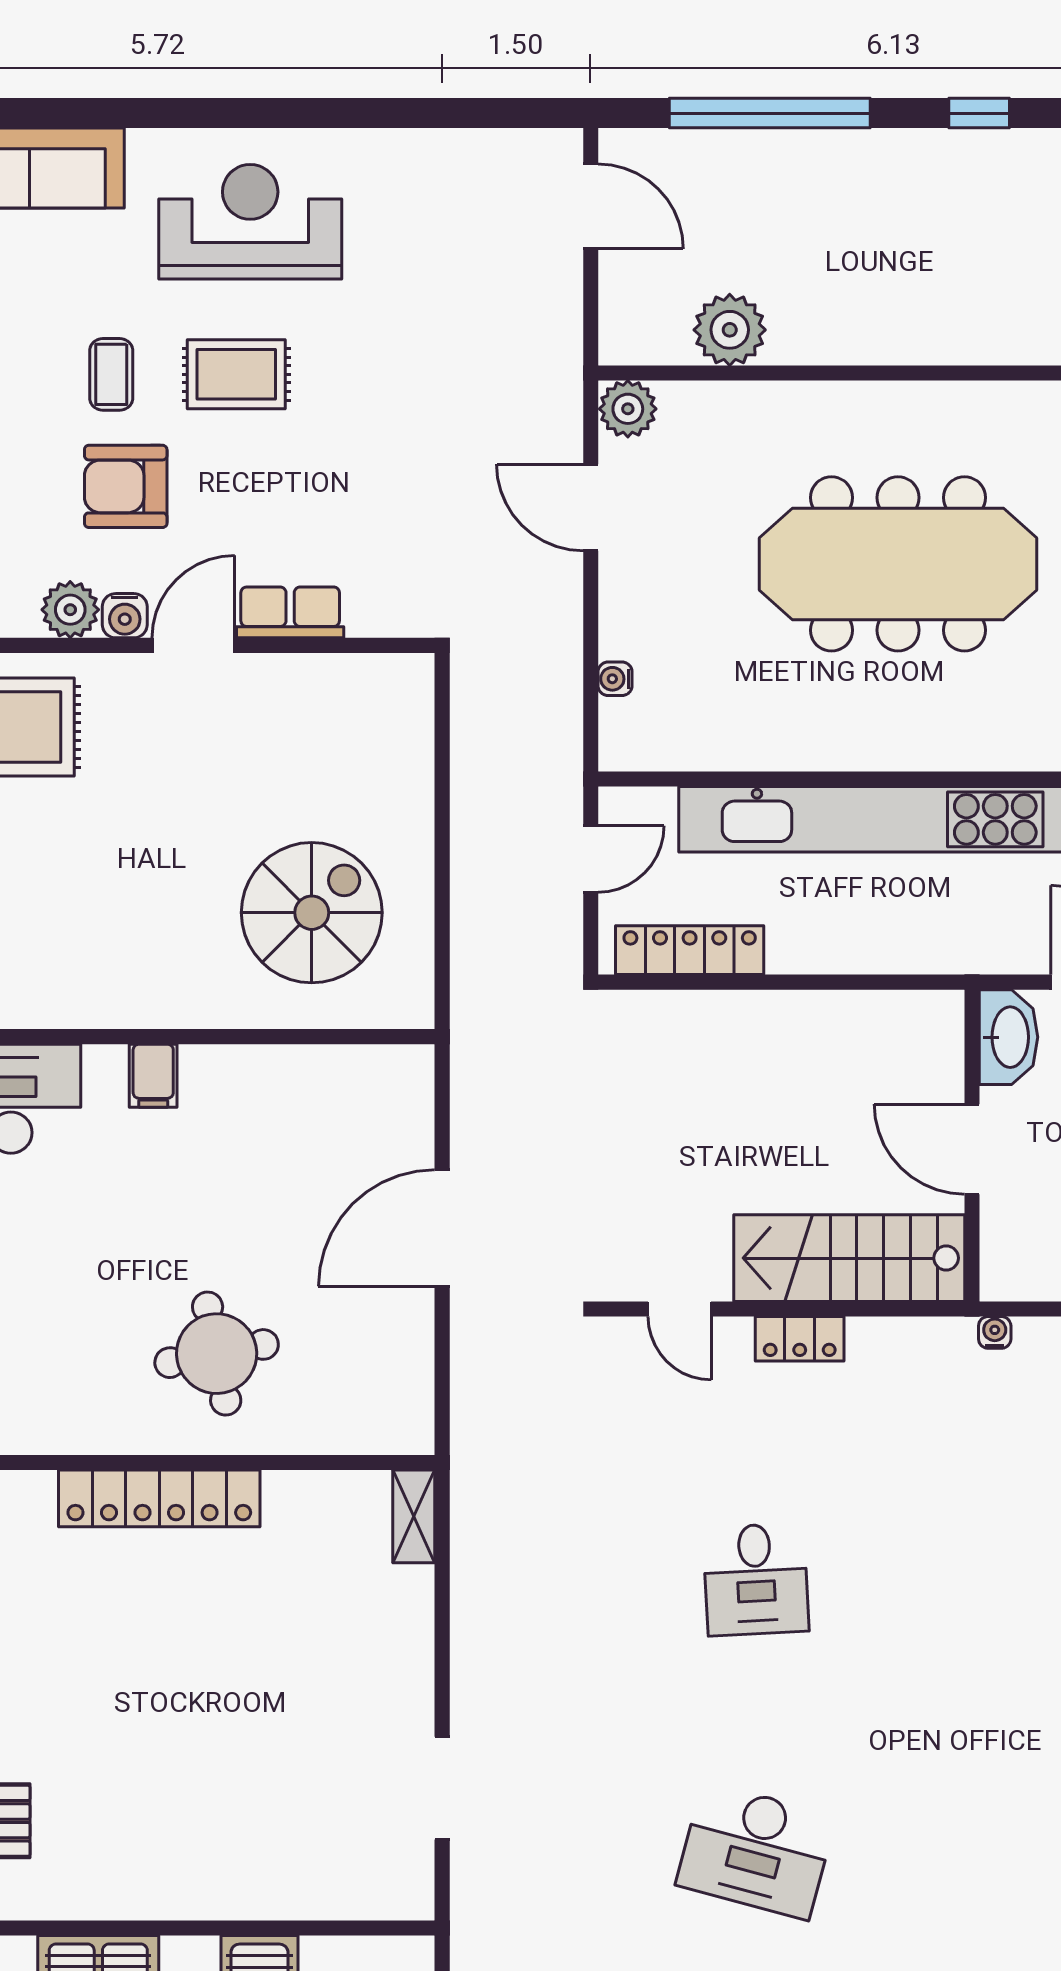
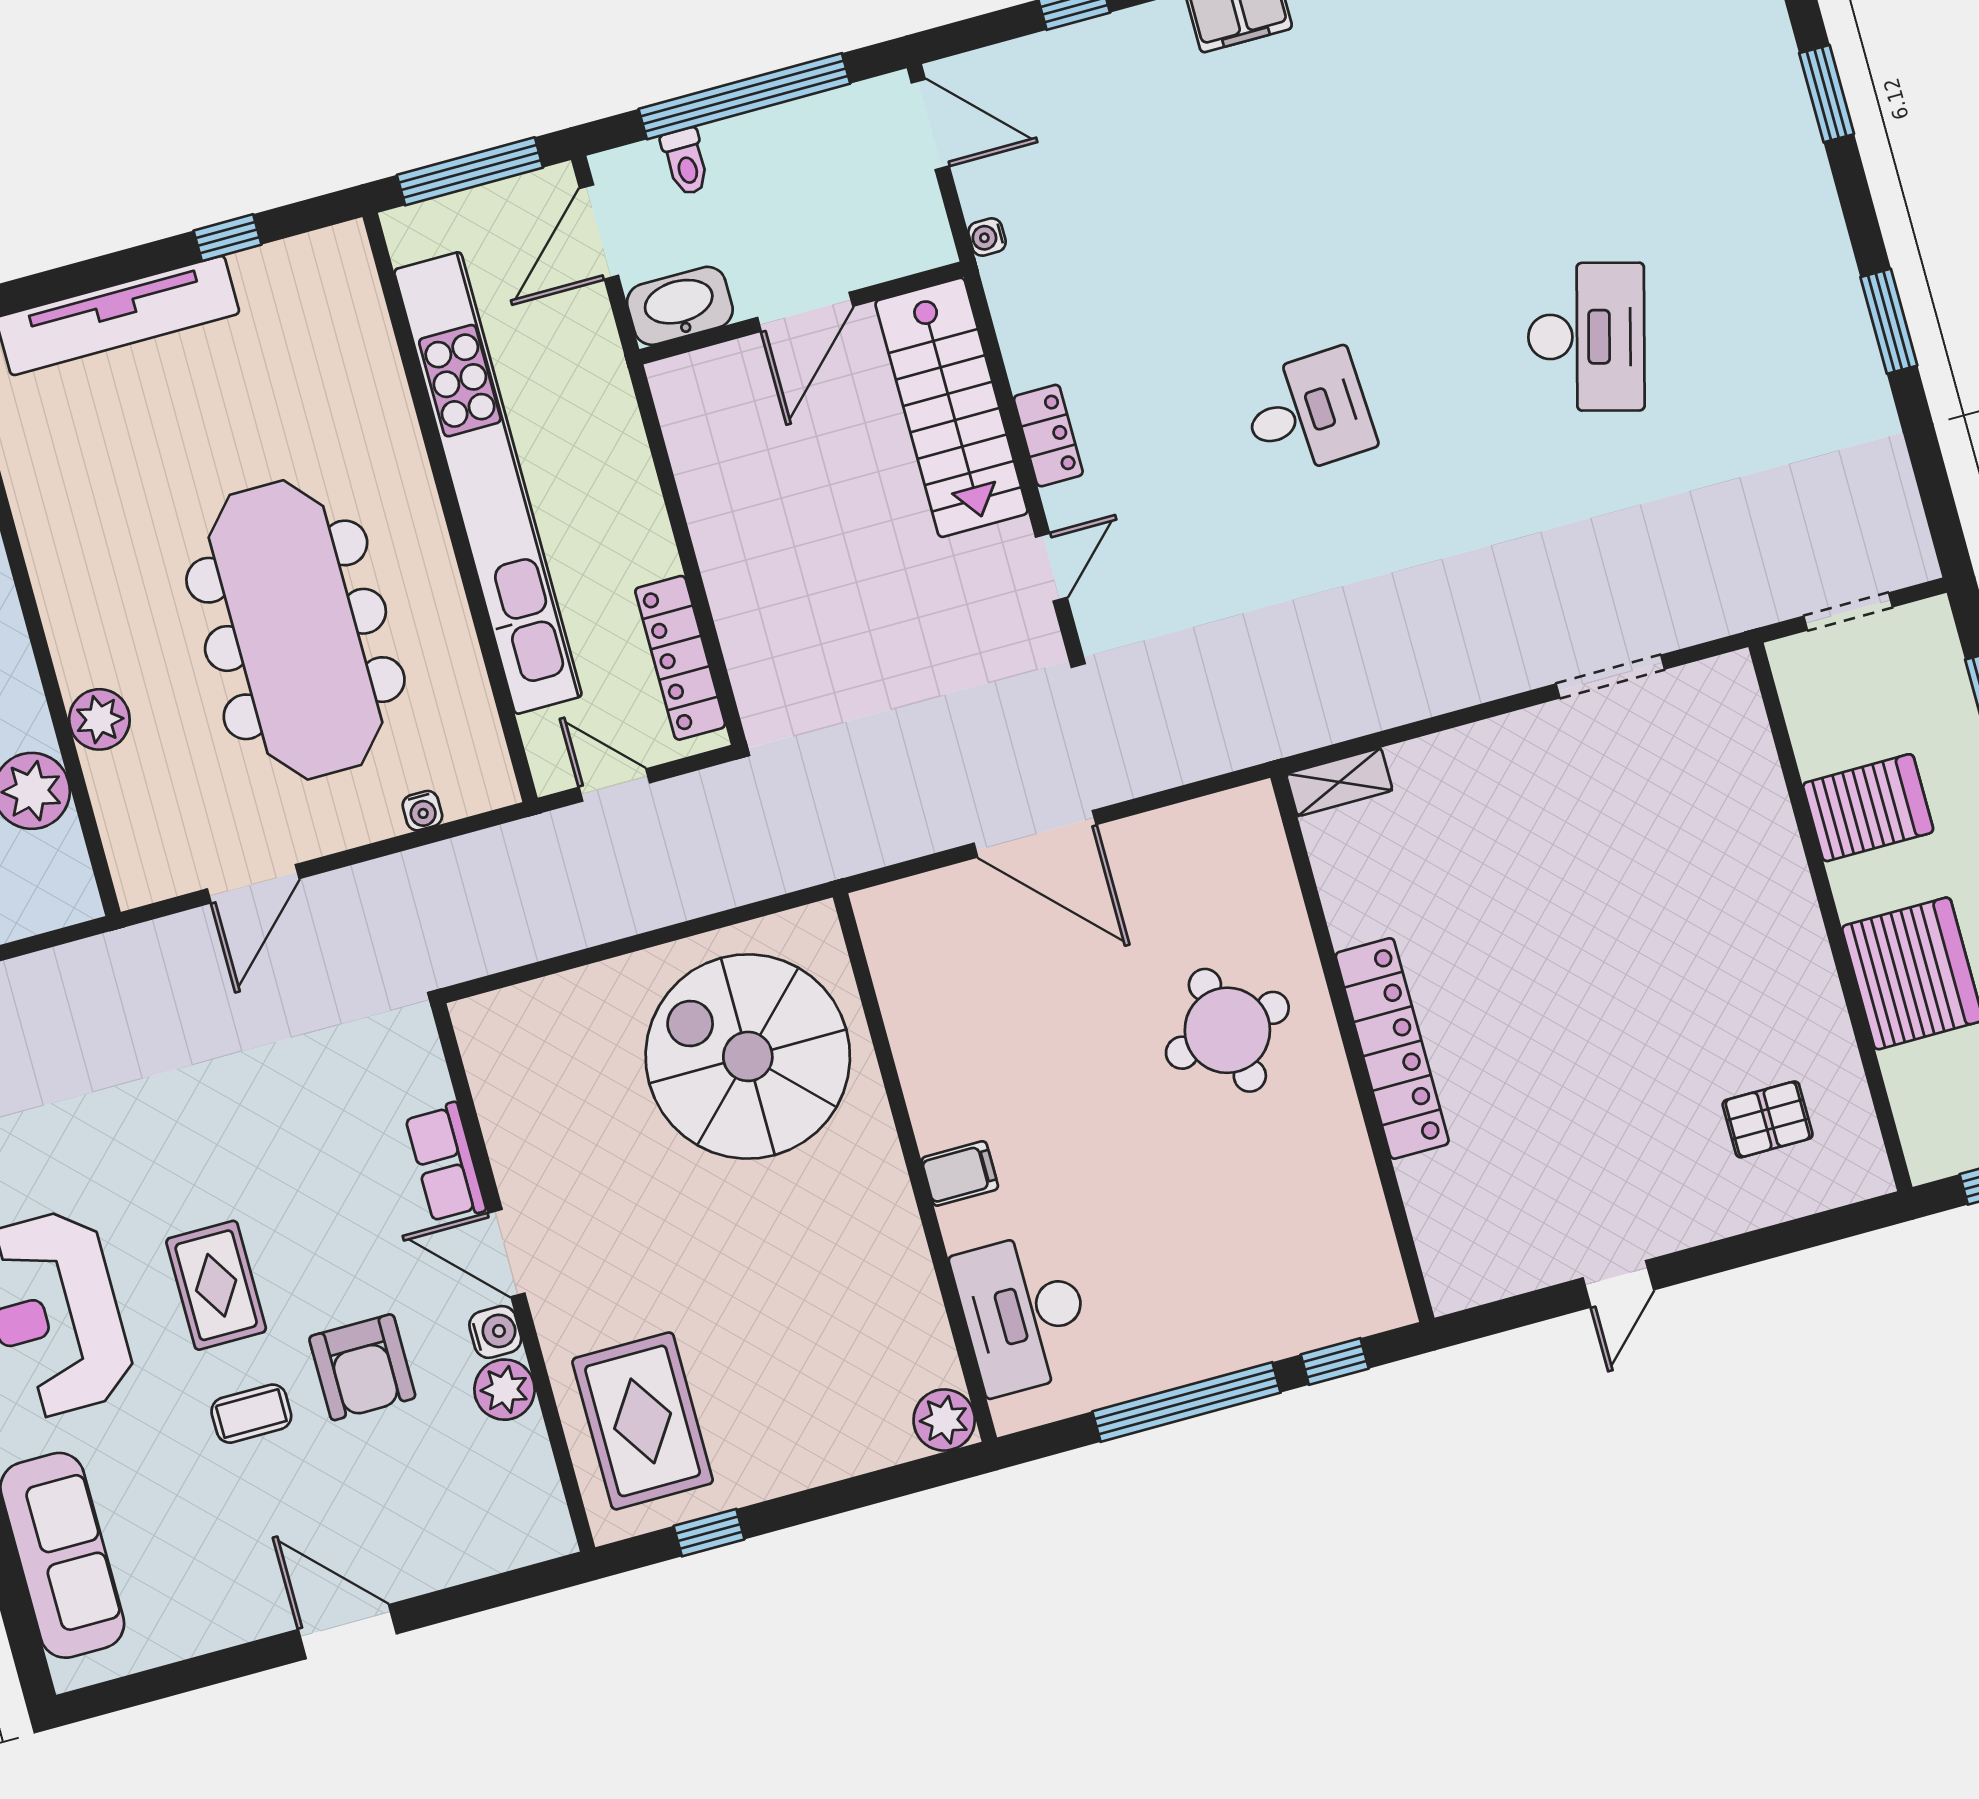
plant: (628, 409) -> (99, 719), moved
meeting table: (898, 564) -> (295, 630), moved
spiral stairs: (312, 913) -> (748, 1056), width x1.37, depth x1.37

